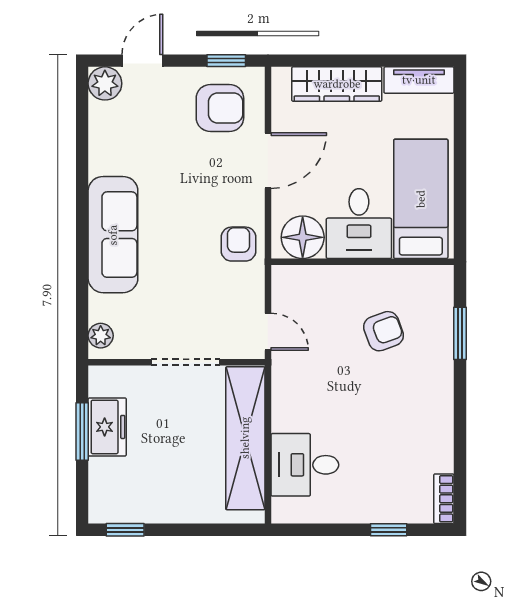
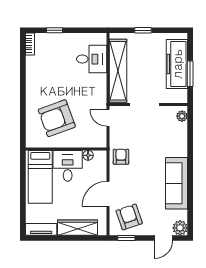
armchair: (220, 108) -> (129, 217), turned 71
sofa: (113, 235) -> (177, 183), moved
floor lamp: (303, 237) -> (88, 155), width x0.53, depth x0.53
armchair: (239, 244) -> (121, 157), turned 180
armchair: (384, 331) -> (57, 118), width x1.88, depth x1.88
window: (460, 333) -> (23, 117), removed
freezer: (107, 427) -> (177, 64), width x1.91, depth x1.26
window: (125, 530) -> (143, 30), moved

